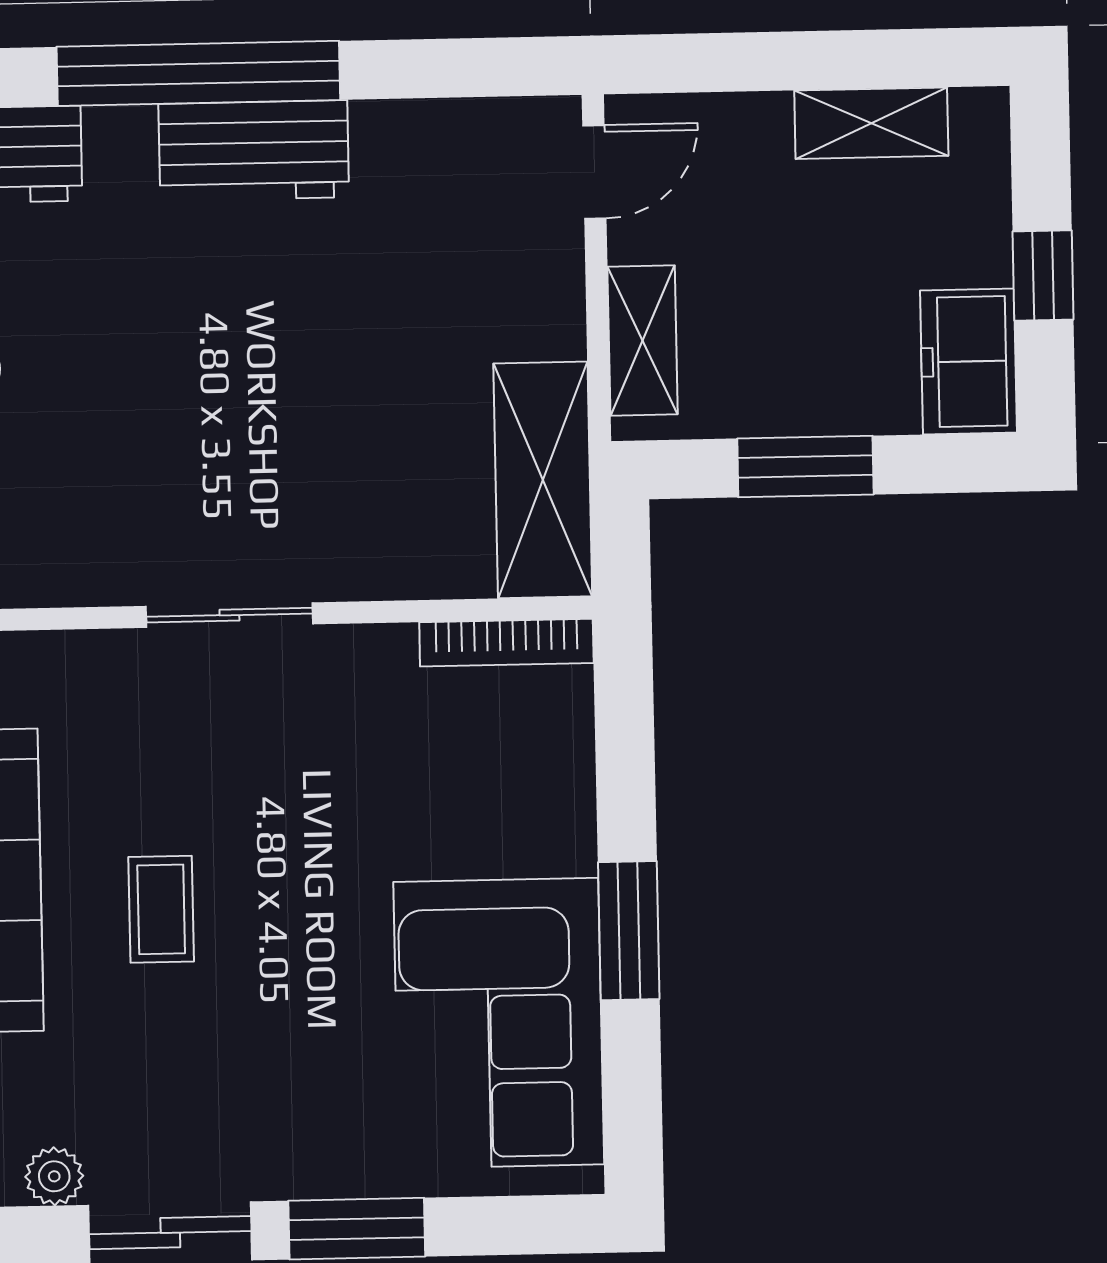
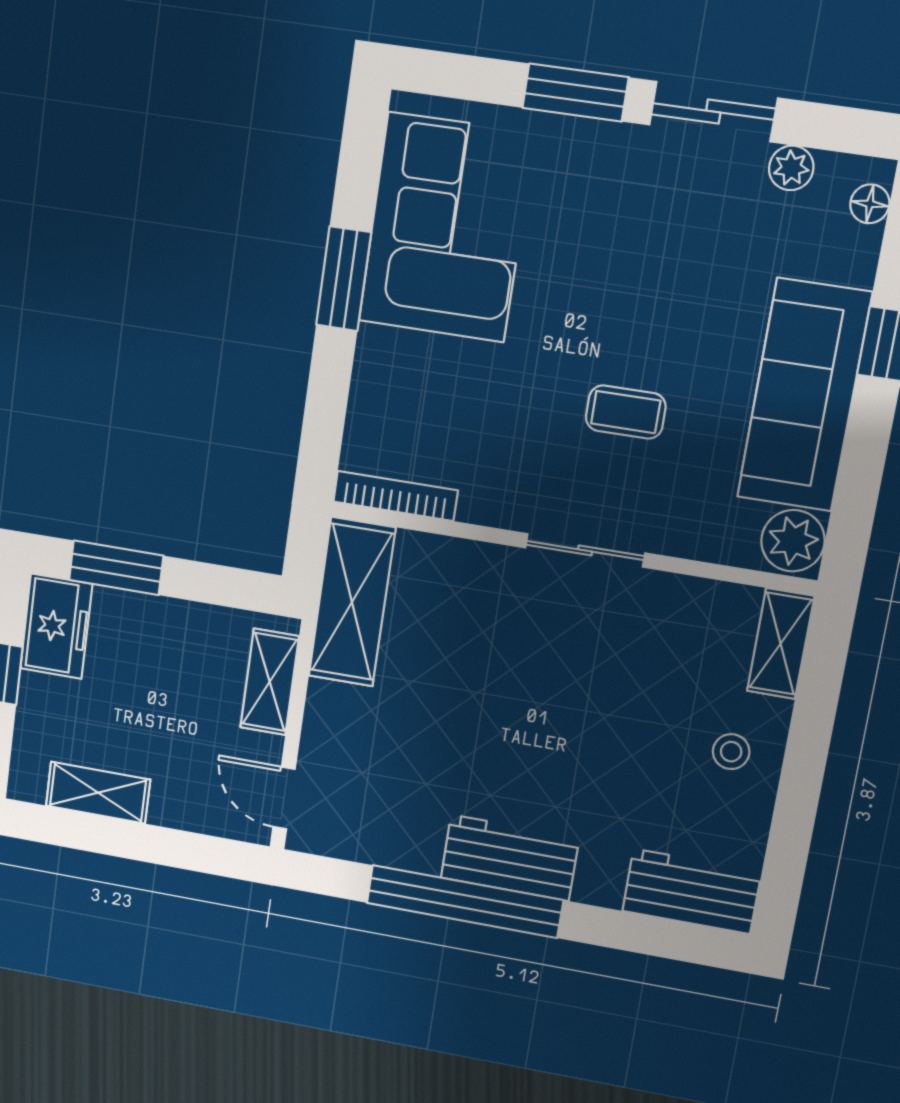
window: (198, 73) -> (465, 902), moved
door: (594, 172) -> (284, 798), hinge flipped
window: (805, 467) -> (116, 568), moved
coffee table: (161, 909) -> (626, 412), moved, turned 90

